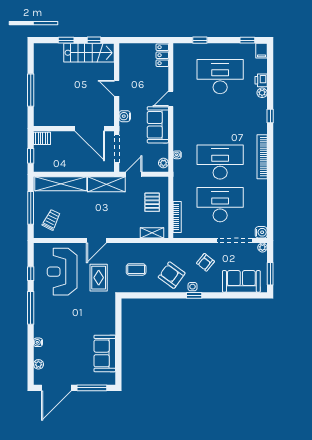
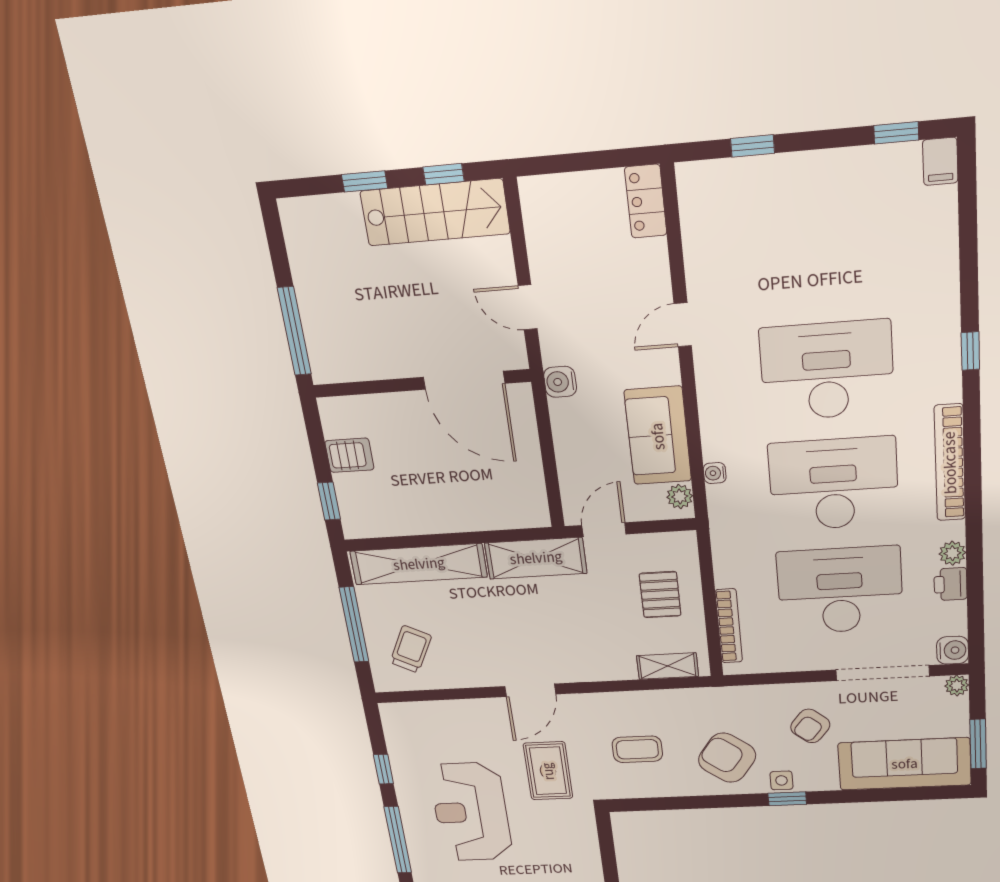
desk: (220, 77) -> (827, 371), moved
printer: (261, 80) -> (951, 584), moved
plant: (262, 93) -> (952, 553), moved
sofa: (158, 125) -> (658, 436), moved
wall: (74, 129) -> (422, 383), moved
door: (90, 129) -> (464, 380), moved
doorway: (117, 149) -> (550, 469), removed
reception desk: (62, 272) -> (471, 812), moved
sofa: (241, 281) -> (905, 764), width x1.36

